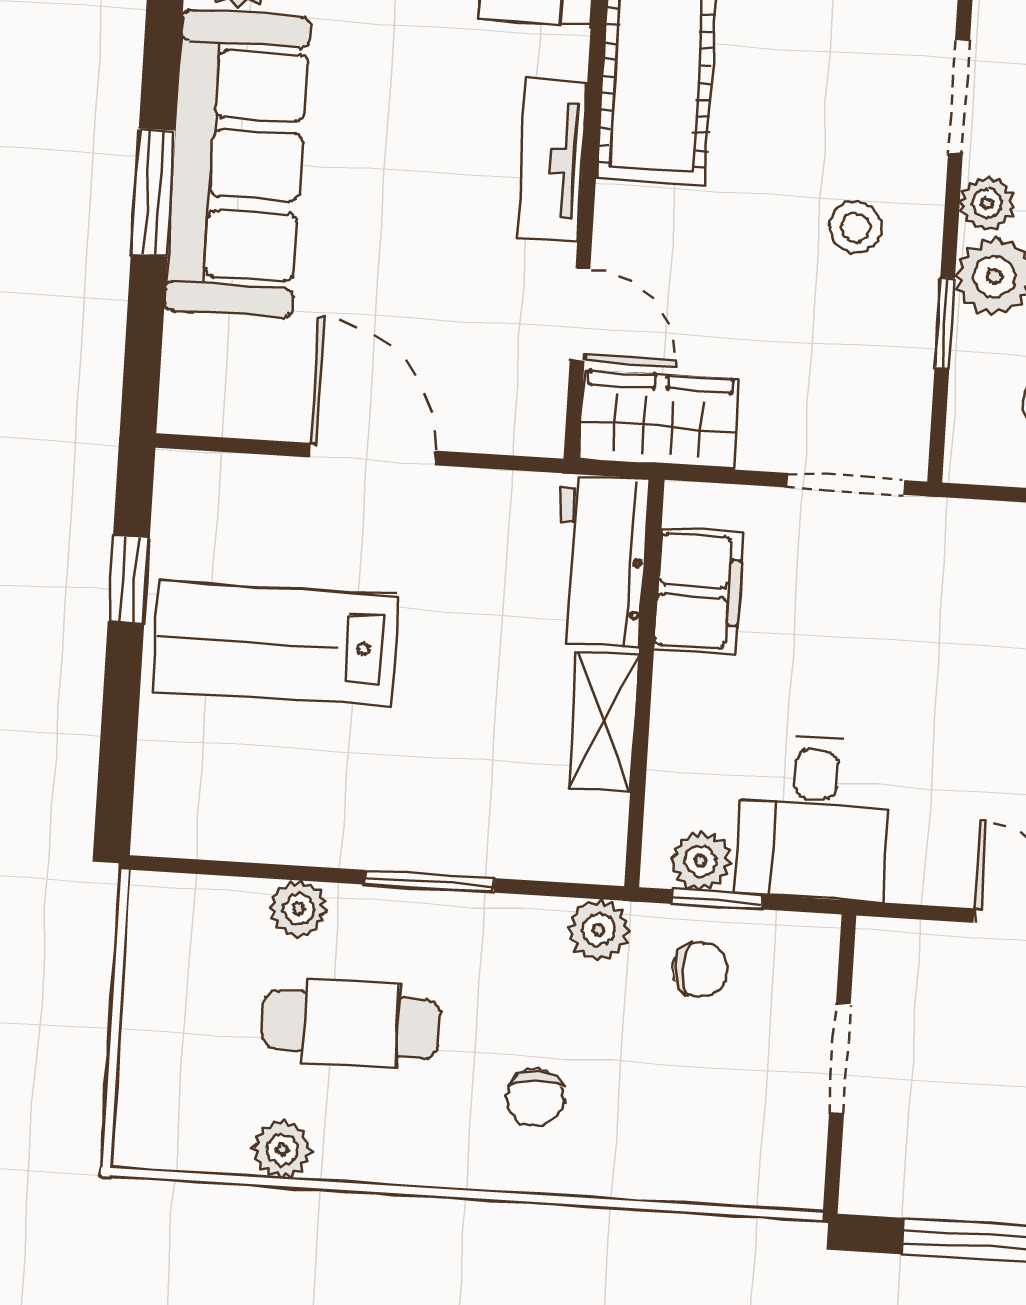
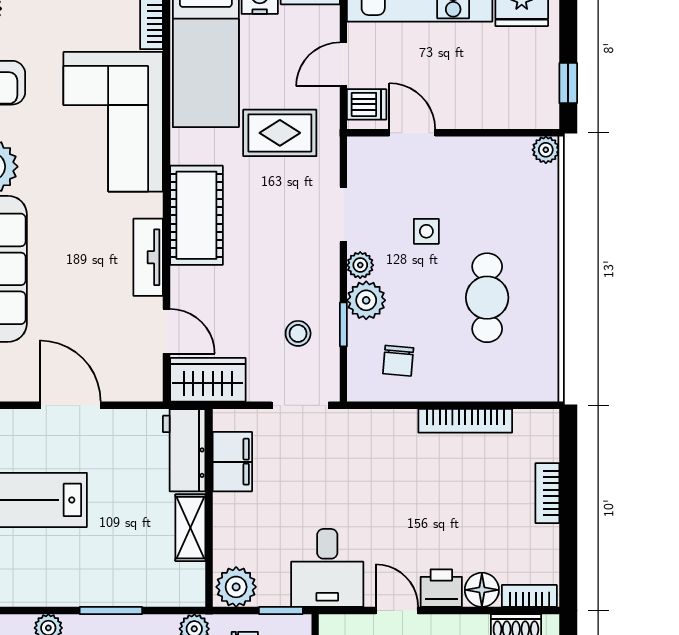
stool: (856, 227) -> (298, 333), moved
desk: (814, 818) -> (327, 568), moved
plant: (701, 861) -> (236, 587), width x1.38, depth x1.38
window: (716, 899) -> (281, 610), moved

